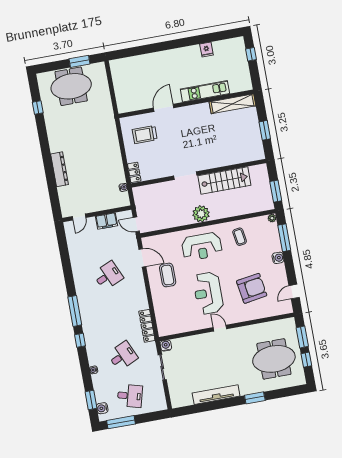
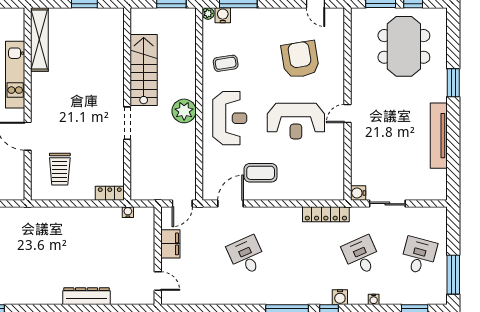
water cooler: (278, 258) -> (223, 15), moved
water cooler: (102, 408) -> (340, 297), moved

